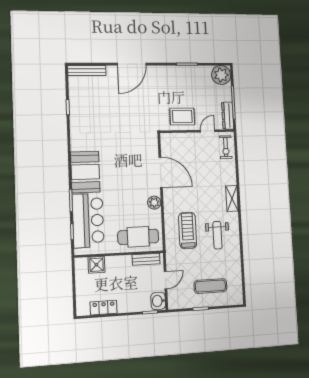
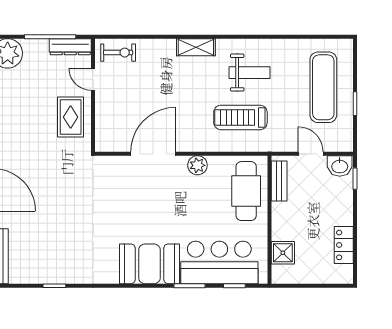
exercise mat: (210, 286) -> (323, 87), width x1.36, depth x1.45

